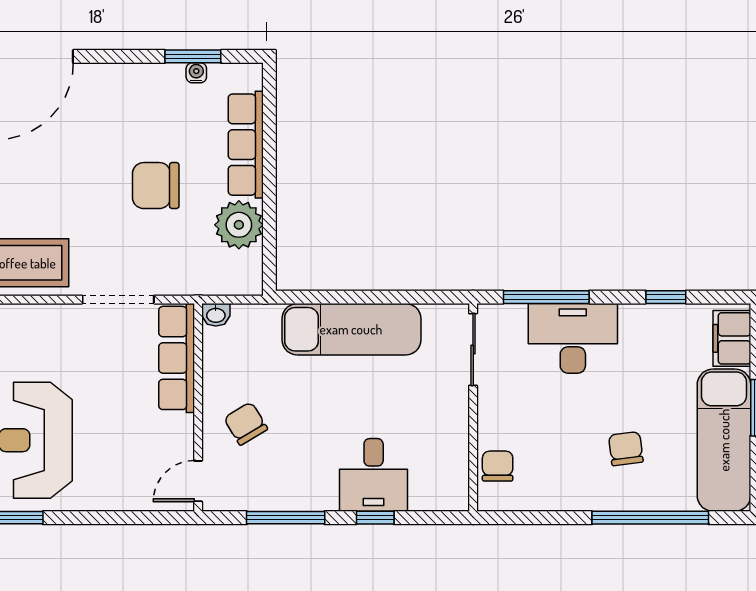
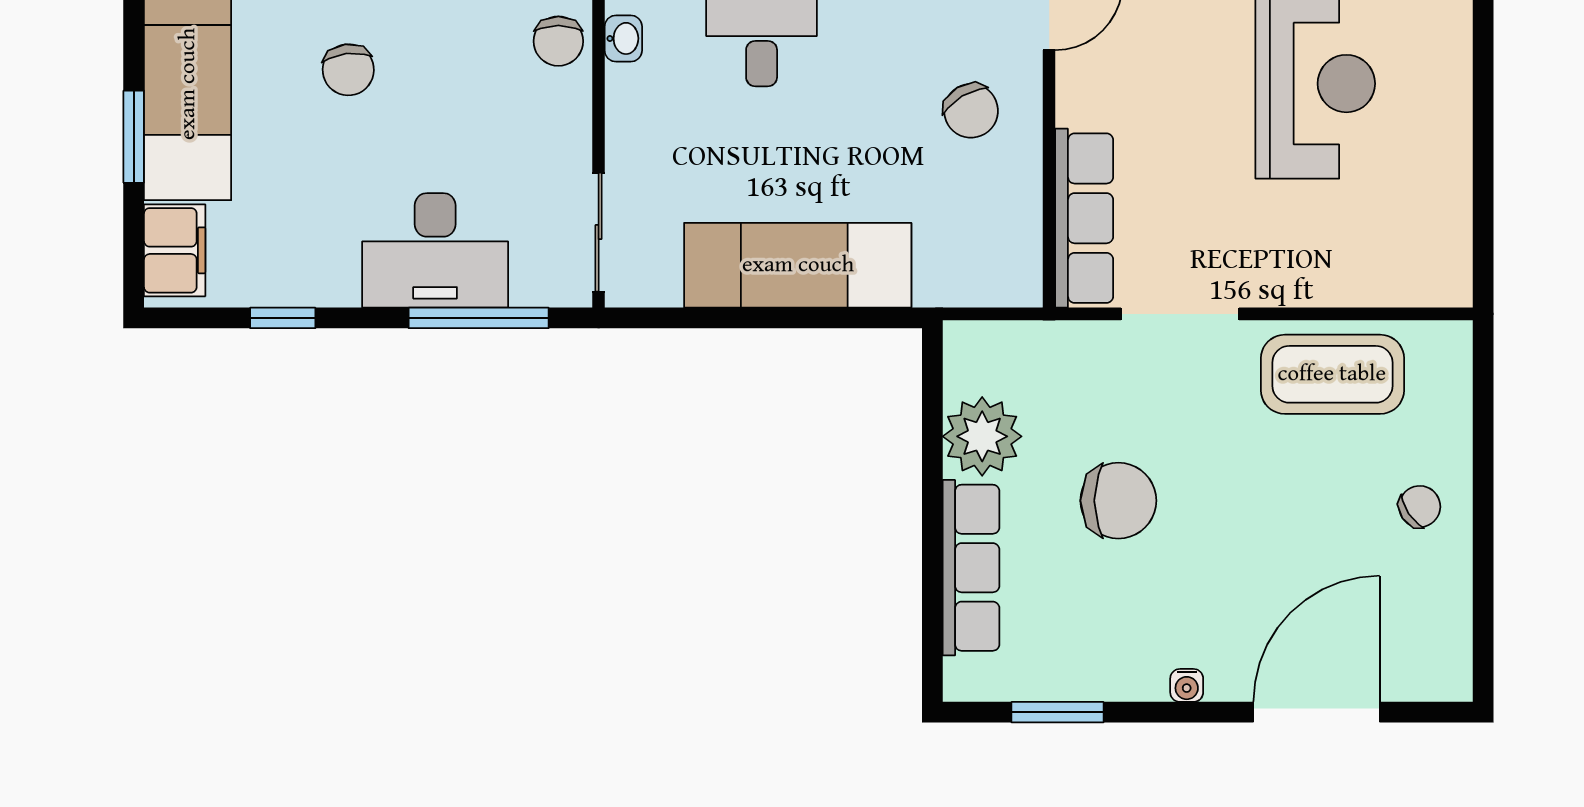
water cooler: (196, 73) -> (1187, 685), moved
washbasin: (216, 315) -> (623, 38), moved, turned 90

